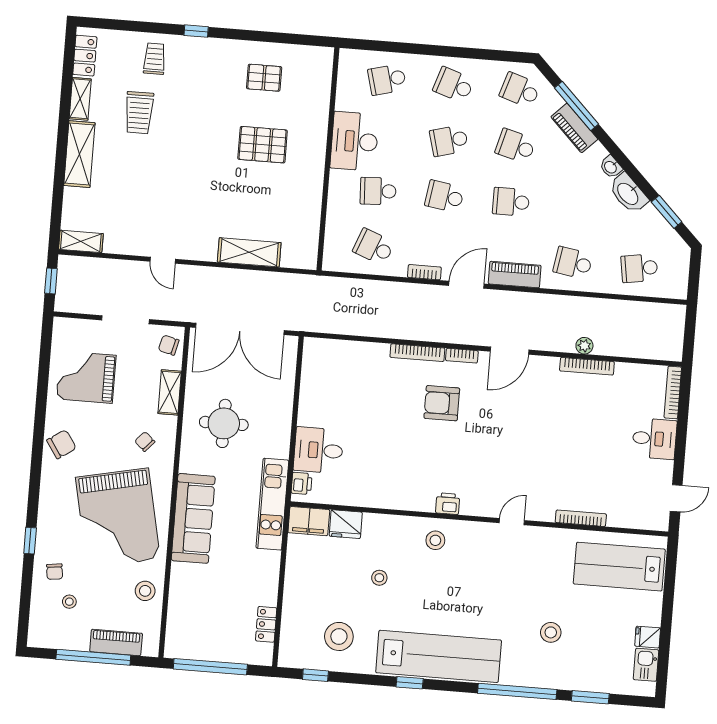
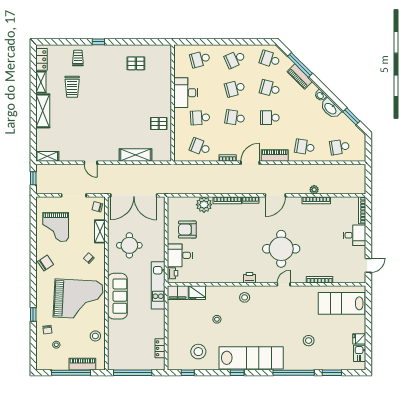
school desk: (453, 85) -> (235, 59), turned -42
pallet: (263, 145) -> (159, 123), moved, width x0.67, depth x0.71
plant: (372, 357) -> (204, 205), added
grand piano: (86, 377) -> (56, 227), turned -90
armchair: (442, 403) -> (187, 230), moved
round table: (513, 453) -> (281, 249), added
grand piano: (118, 518) -> (78, 299), turned -75

